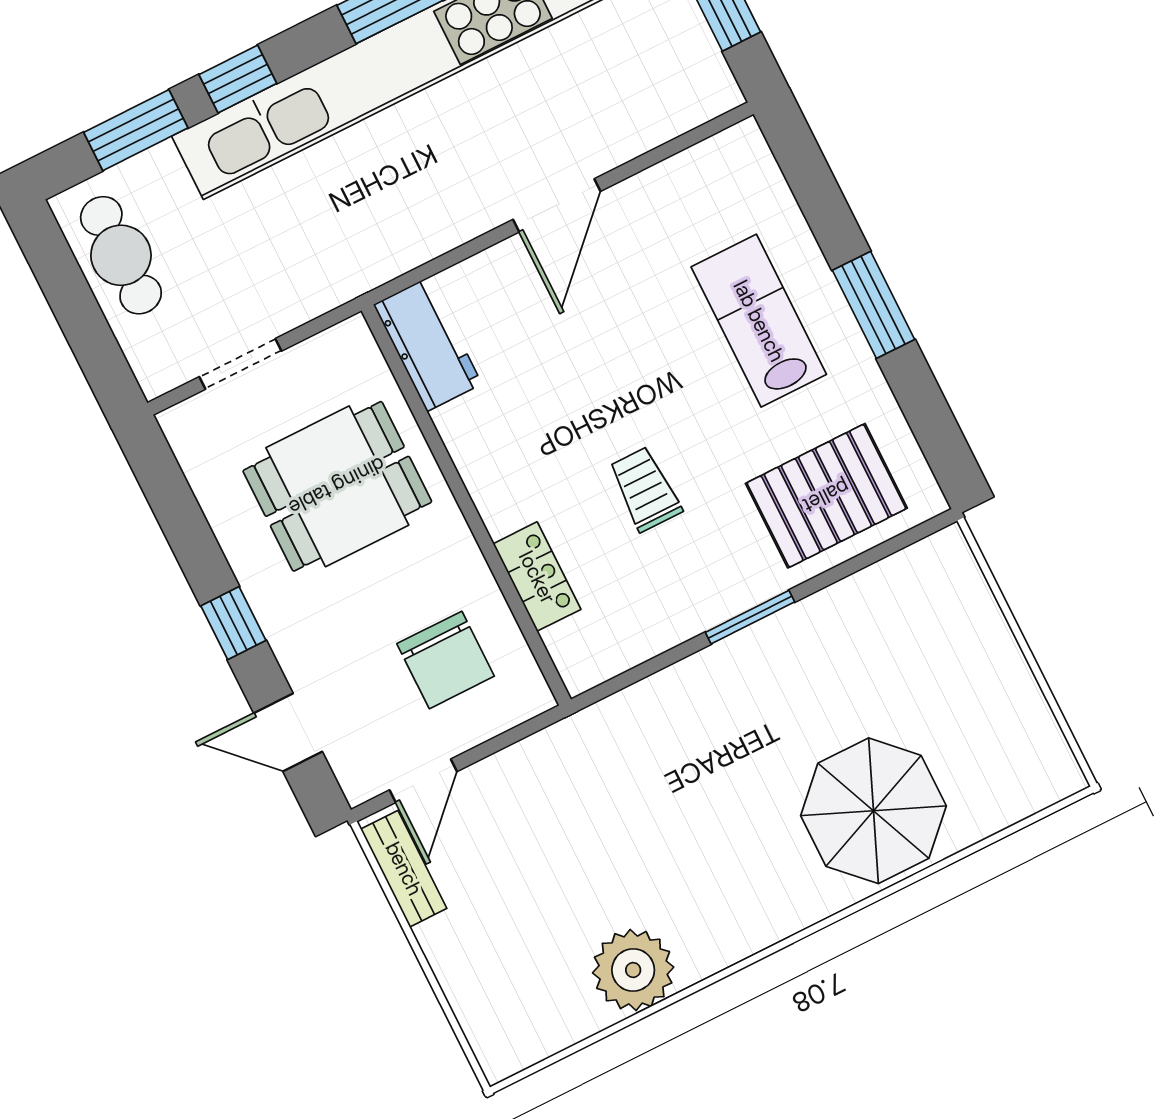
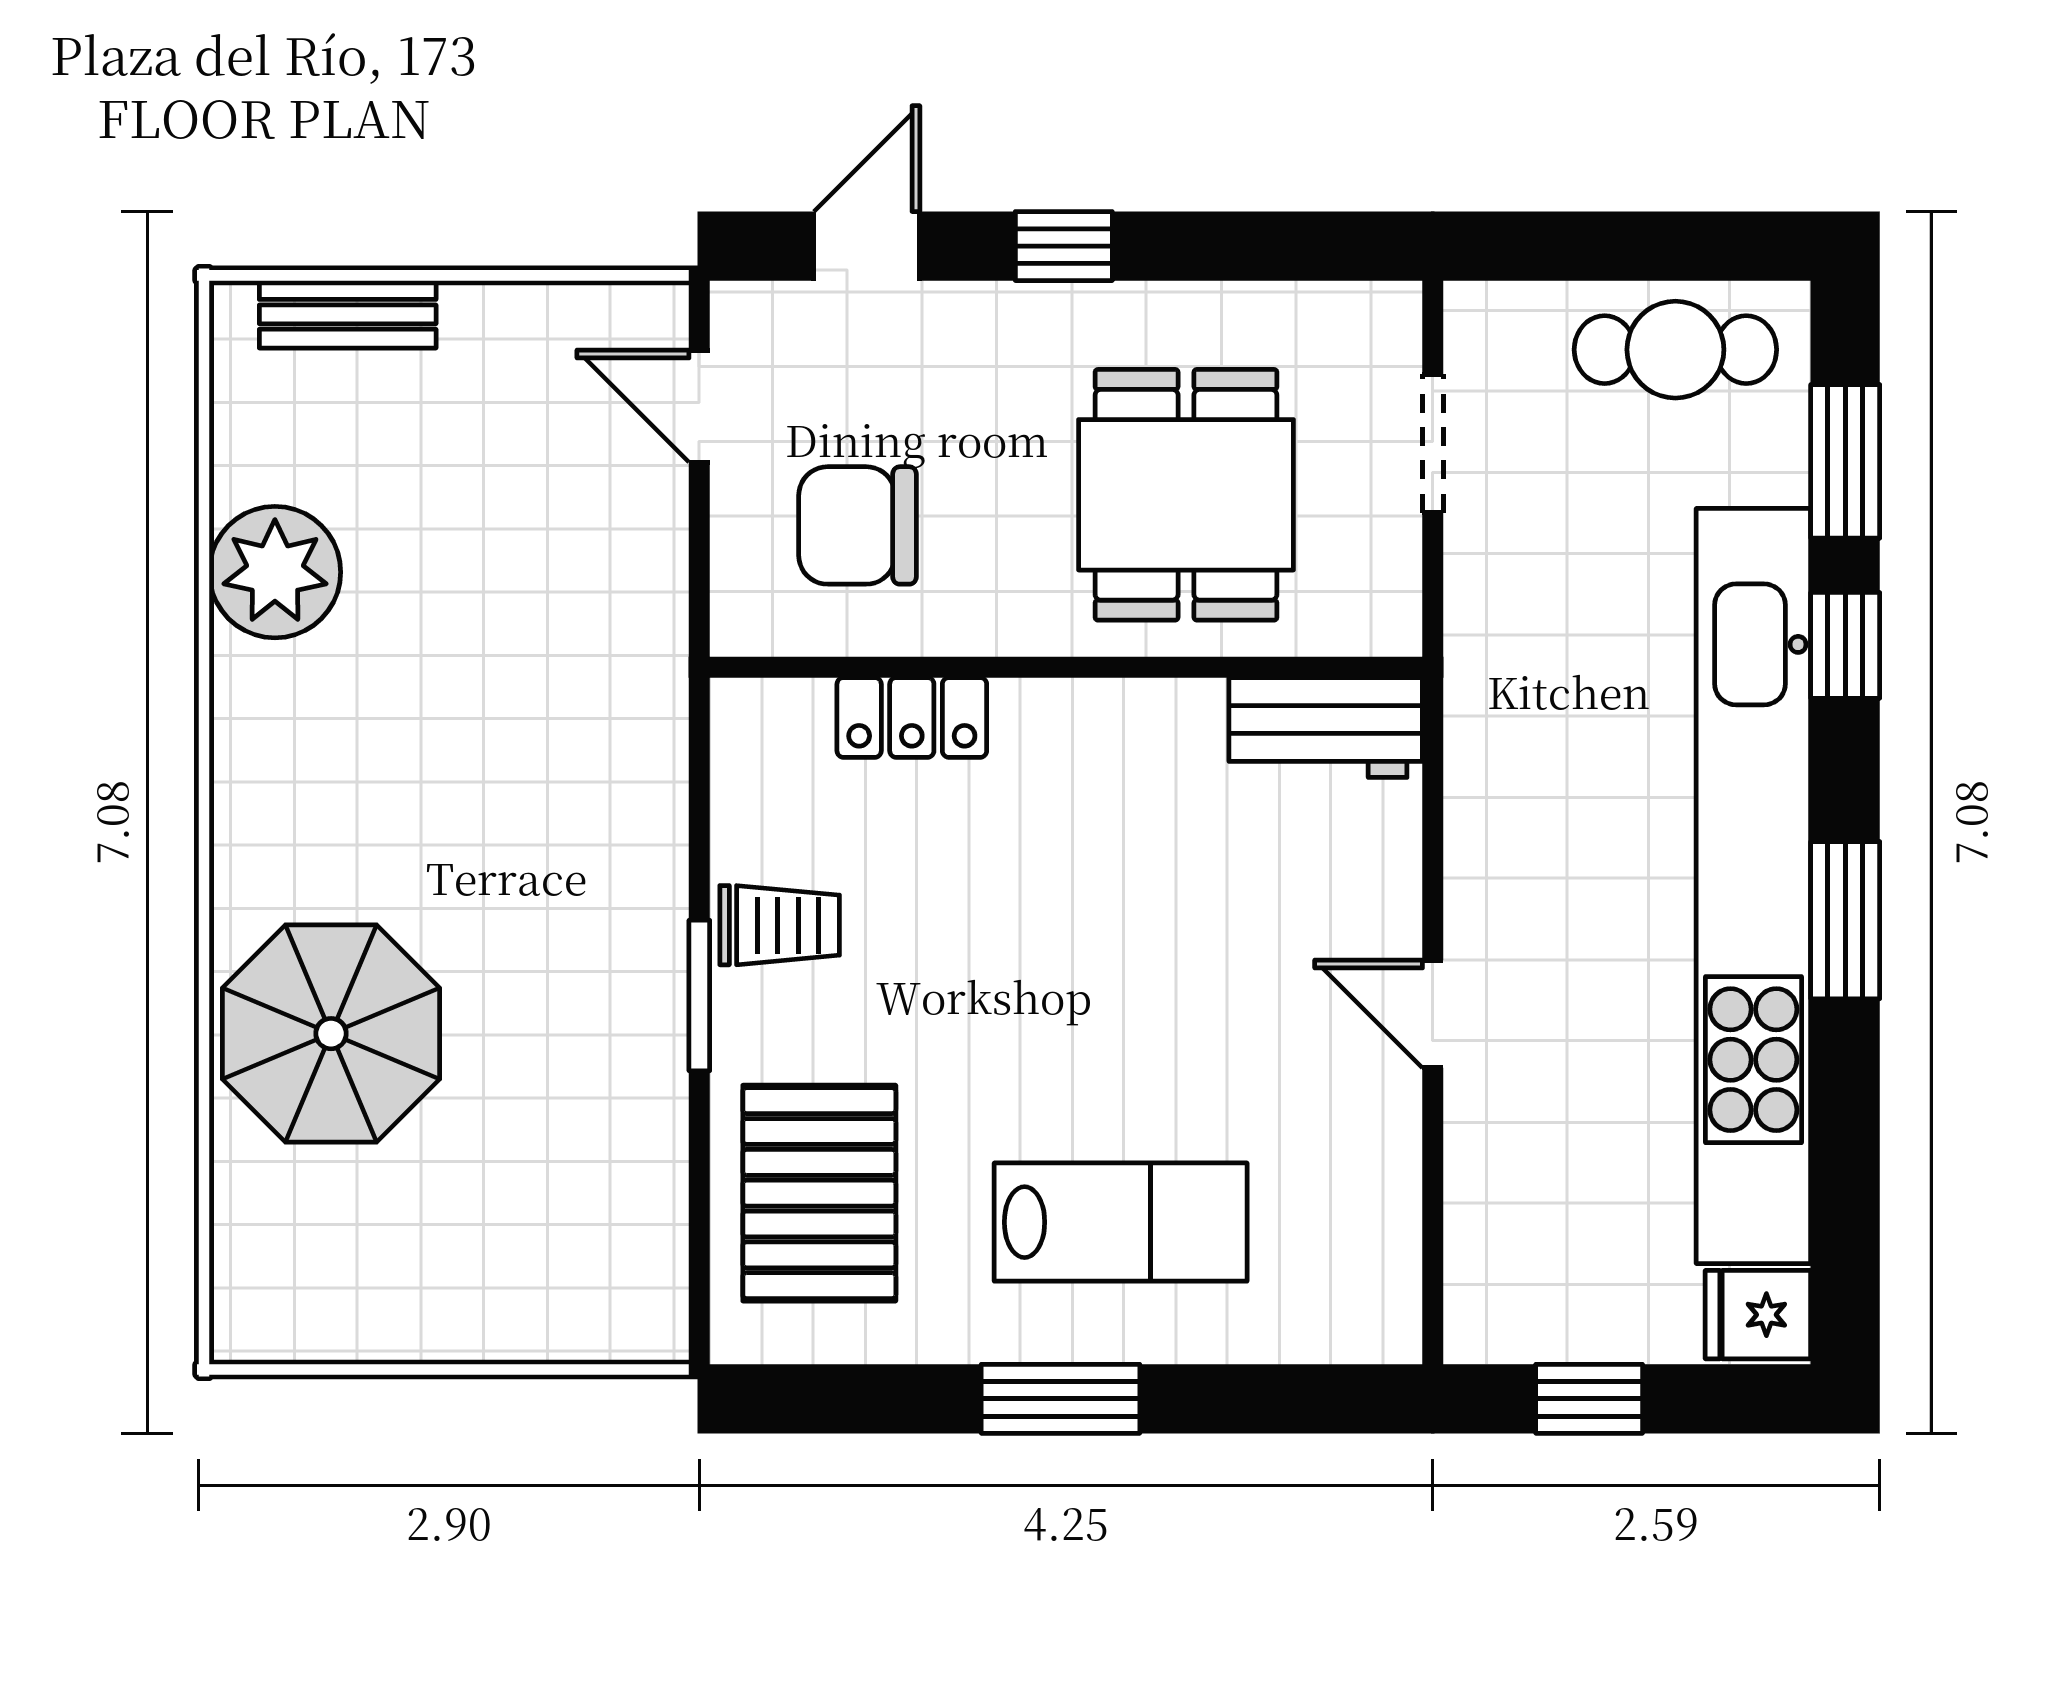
door: (557, 205) -> (1433, 1014), width x0.73
trolley: (645, 489) -> (780, 925), moved
bench: (404, 869) -> (348, 314), moved

